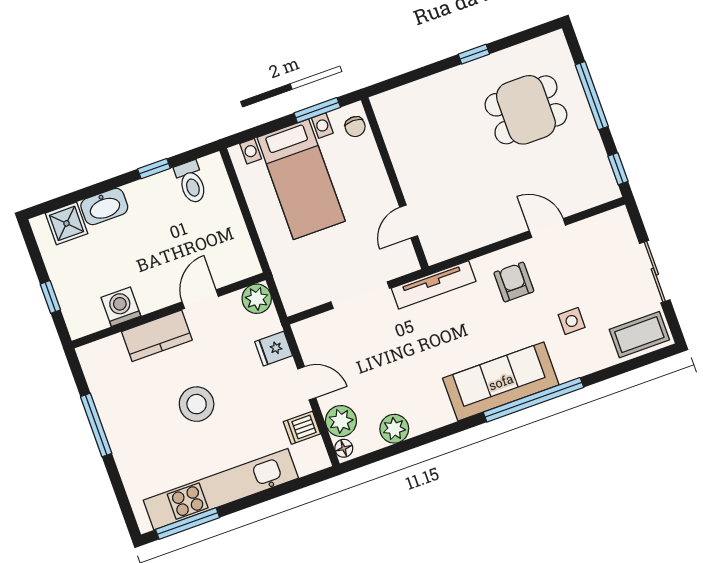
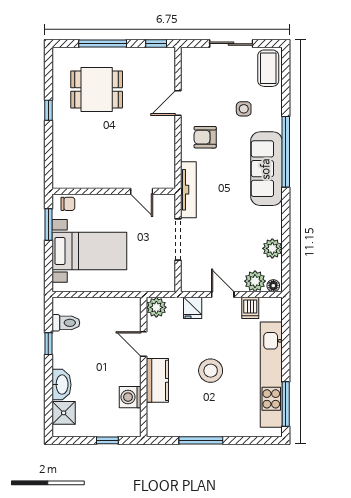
dining table: (526, 110) -> (97, 89), turned 90
door: (307, 383) -> (223, 295), hinge flipped

